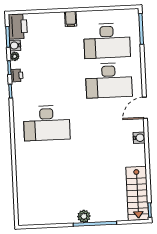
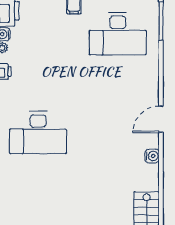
desk: (109, 80) -> (118, 83), removed

